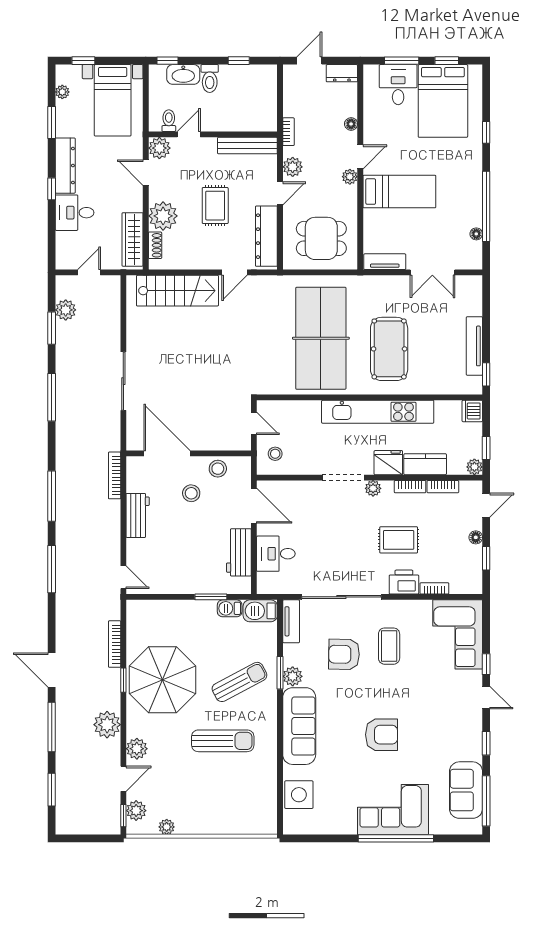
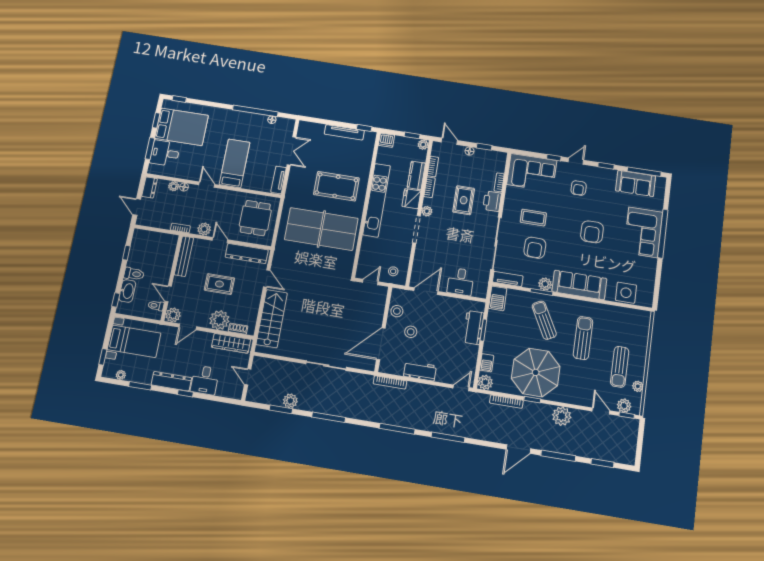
window: (486, 132) -> (179, 99), moved
plant: (350, 177) -> (174, 186), moved
plant: (66, 310) -> (290, 401), moved
workbench: (239, 552) -> (473, 327), moved, turned 90
barbecue: (230, 608) -> (487, 363), moved
armchair: (445, 707) -> (579, 188), added
armchair: (382, 735) -> (592, 232), turned 180
plant: (137, 749) -> (485, 382), moved
sun lounger: (190, 798) -> (620, 367), added

